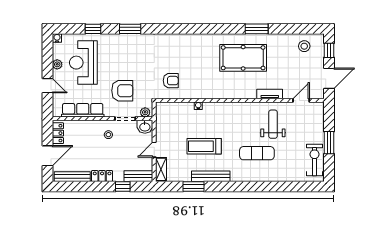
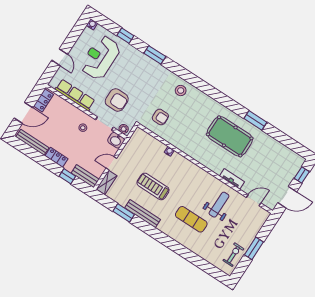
stool: (304, 46) -> (181, 90), moved
plant: (57, 64) -> (79, 45), removed
exercise bike: (314, 160) -> (233, 255), width x0.73, depth x0.72

